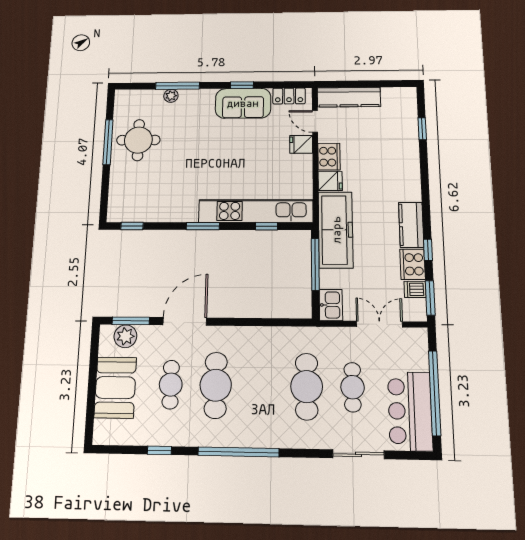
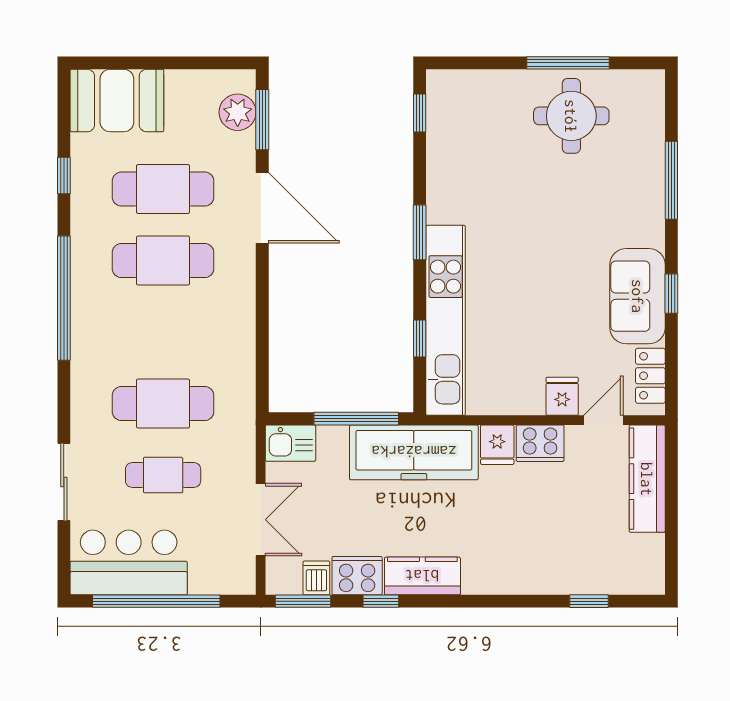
plant: (171, 96) -> (653, 169), removed
cafe table: (171, 385) -> (163, 189), width x1.37, depth x1.35
booth: (115, 388) -> (117, 101), moved

